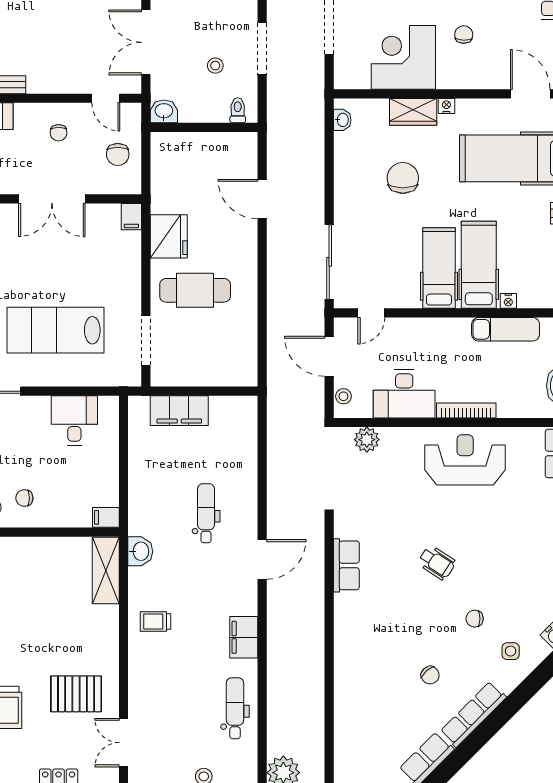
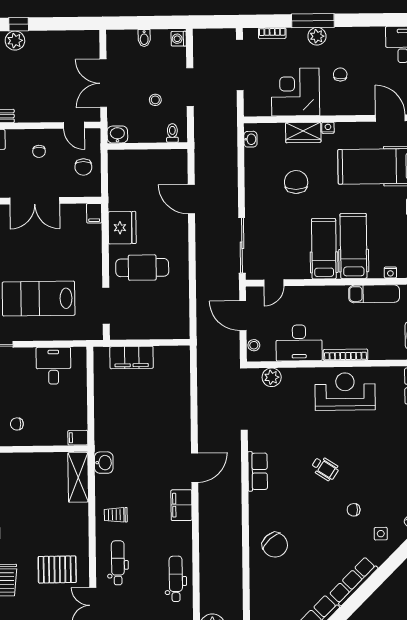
nightstand: (508, 301) -> (390, 272), moved
dental chair: (206, 513) -> (118, 563), moved
filing cabinet: (244, 637) -> (181, 505), moved
chair: (430, 675) -> (275, 545), moved, width x1.87, depth x1.87

